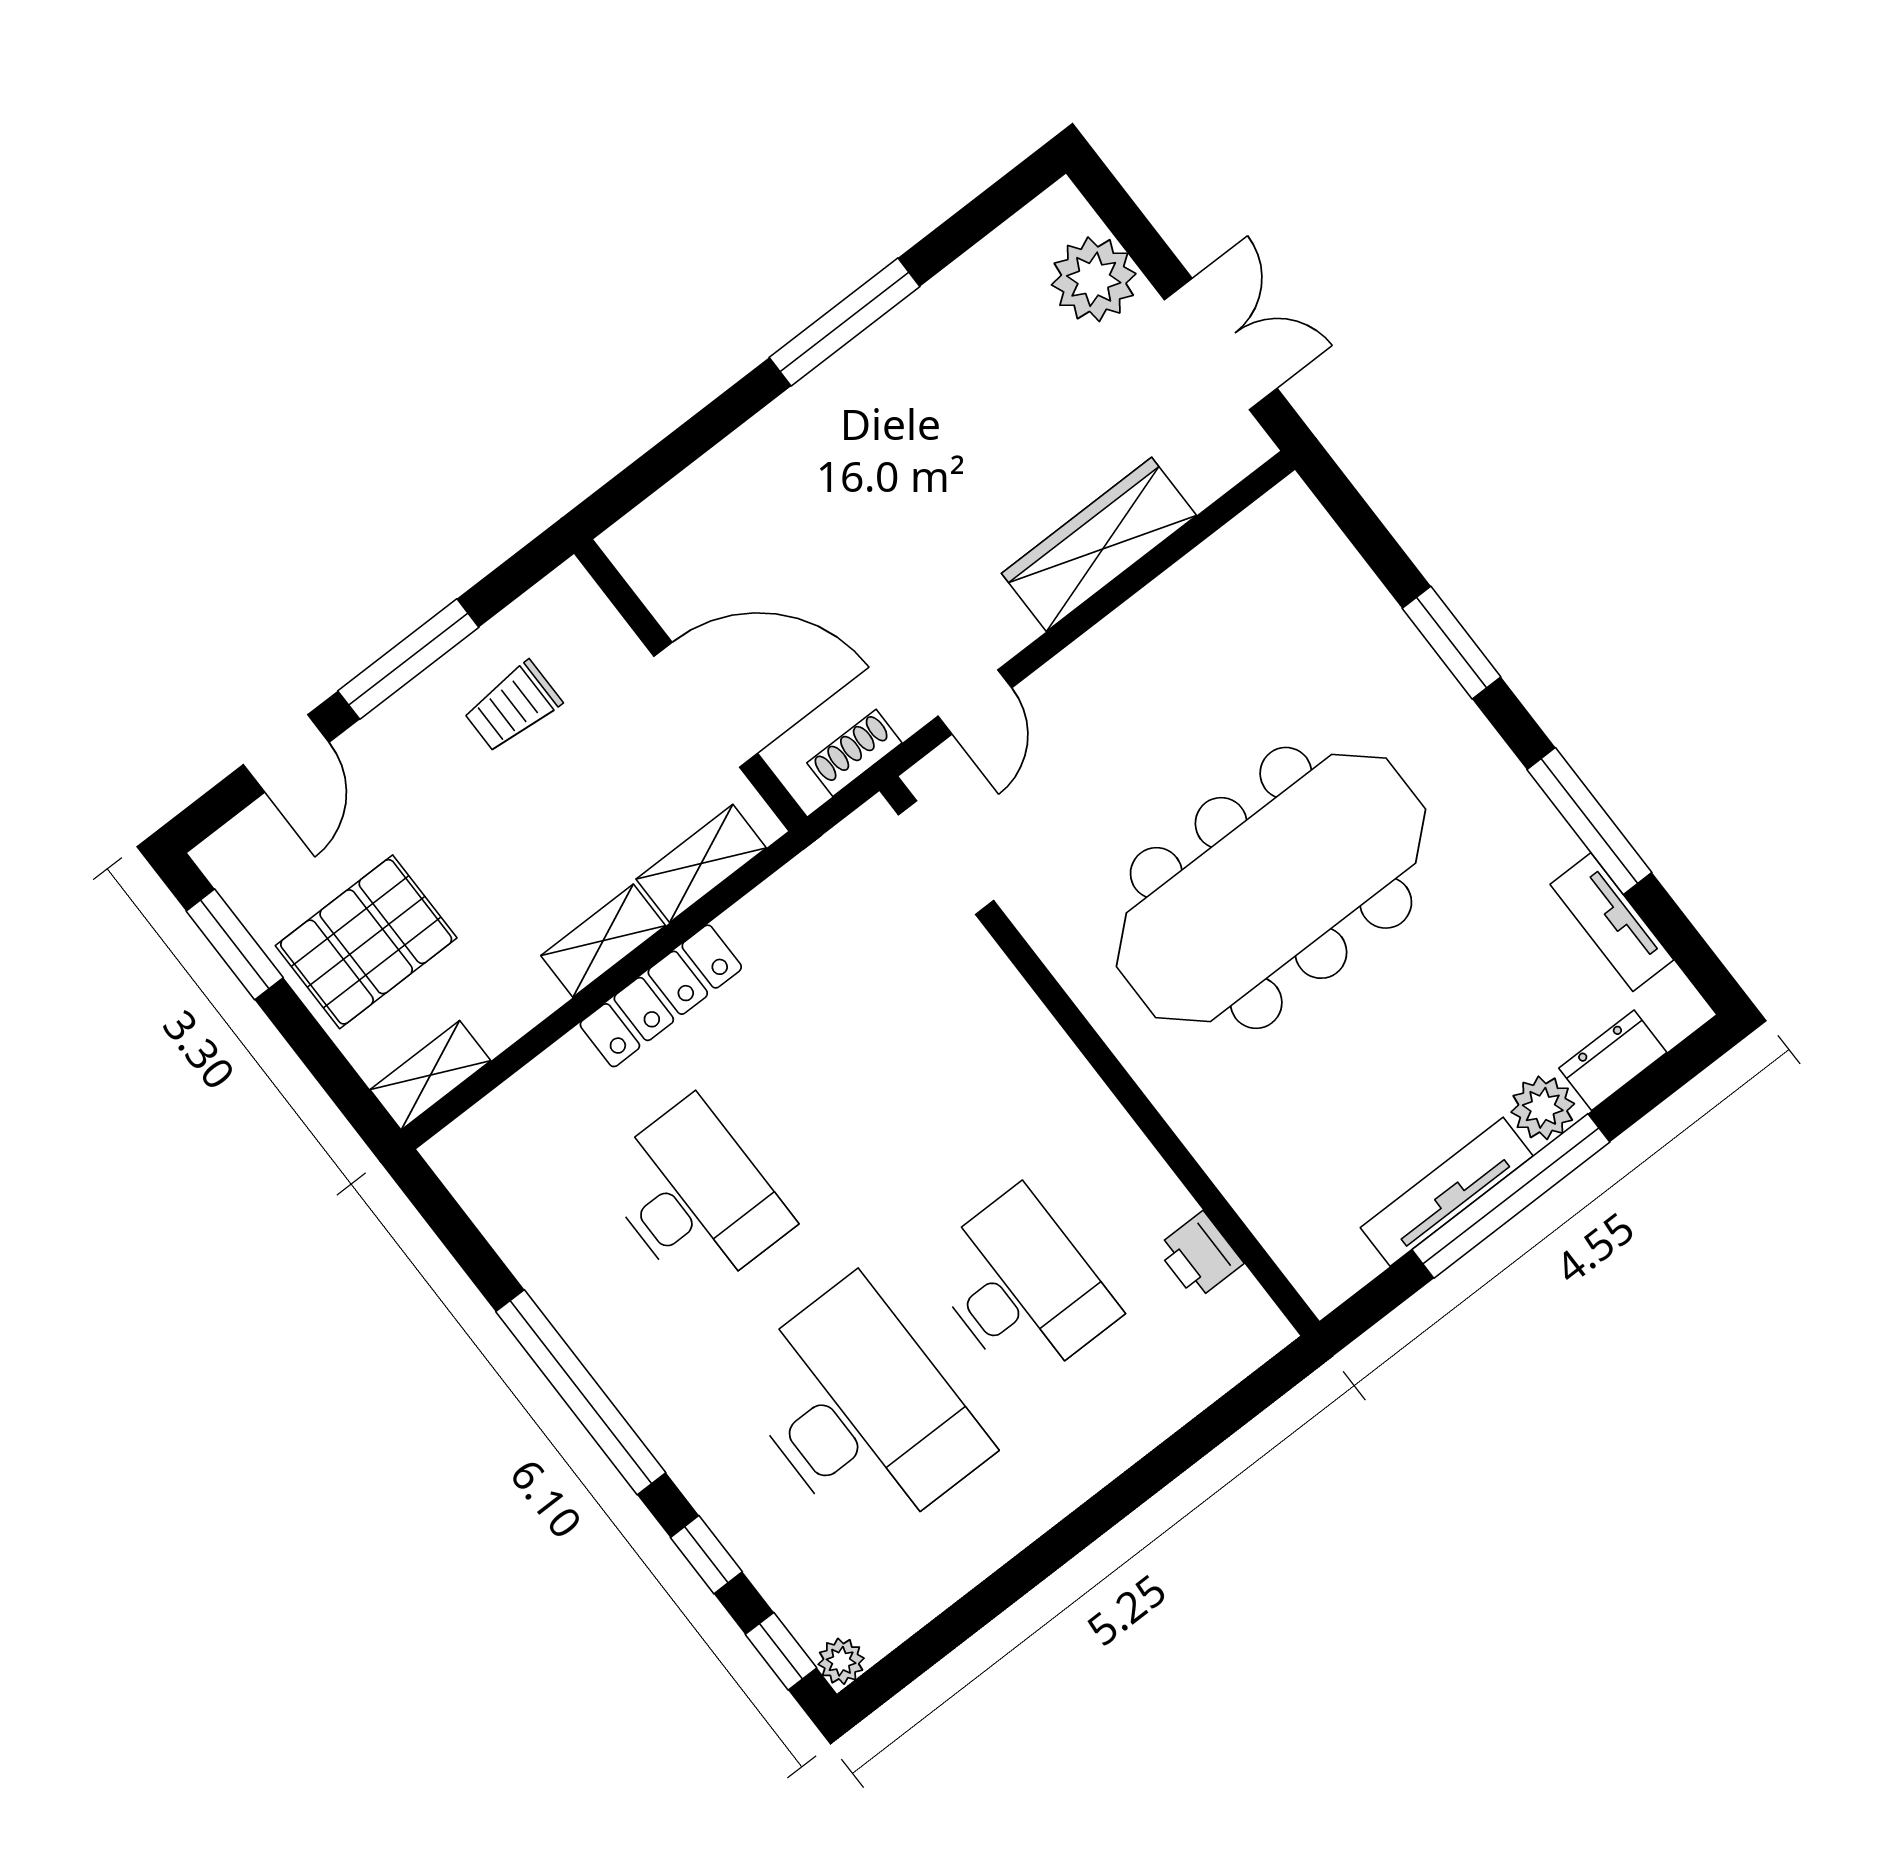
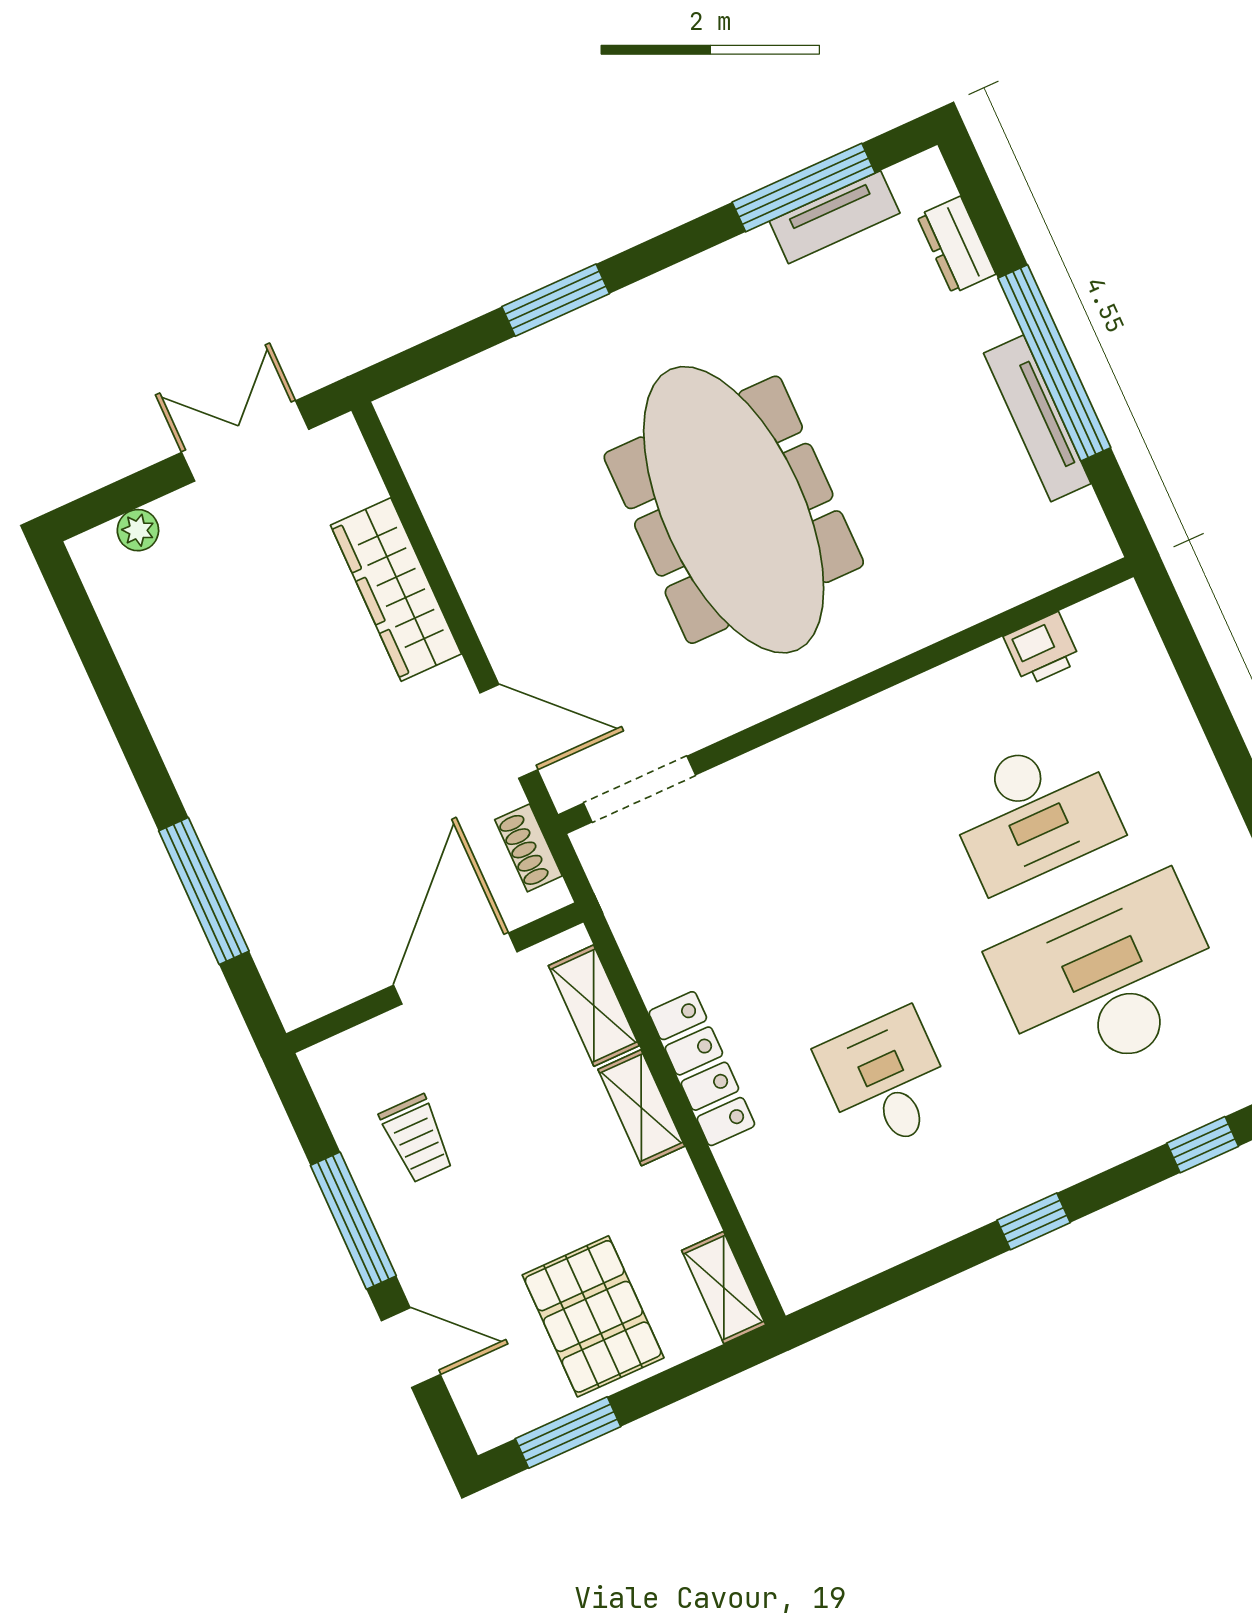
plant: (1094, 279) -> (138, 530), width x0.53, depth x0.53
window: (845, 322) -> (204, 891), moved
door: (975, 702) -> (509, 731), width x1.38
window: (1589, 821) -> (804, 188), moved
plant: (1543, 1108) -> (984, 317), removed
desk: (695, 1198) -> (886, 1081), width x0.73
desk: (1021, 1287) -> (1033, 812), turned 180
window: (581, 1392) -> (1034, 1221), width x0.32

